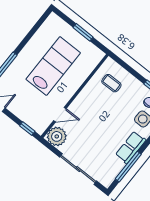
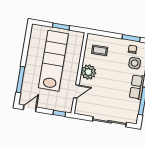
lab bench: (53, 66) -> (53, 61), width x1.36
plant: (57, 136) -> (88, 72), moved

